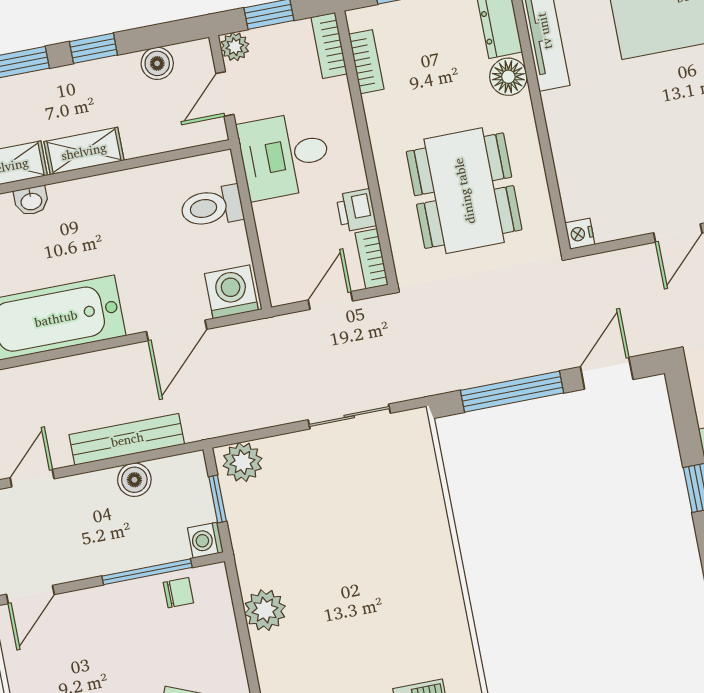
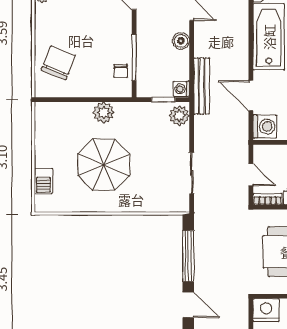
nightstand: (580, 234) -> (266, 310), width x1.89, depth x1.79
bench: (127, 439) -> (202, 86), moved
boiler: (134, 480) -> (181, 41), moved
washing machine: (205, 540) -> (182, 89), moved, turned -90
parasol: (366, 590) -> (104, 165), added

